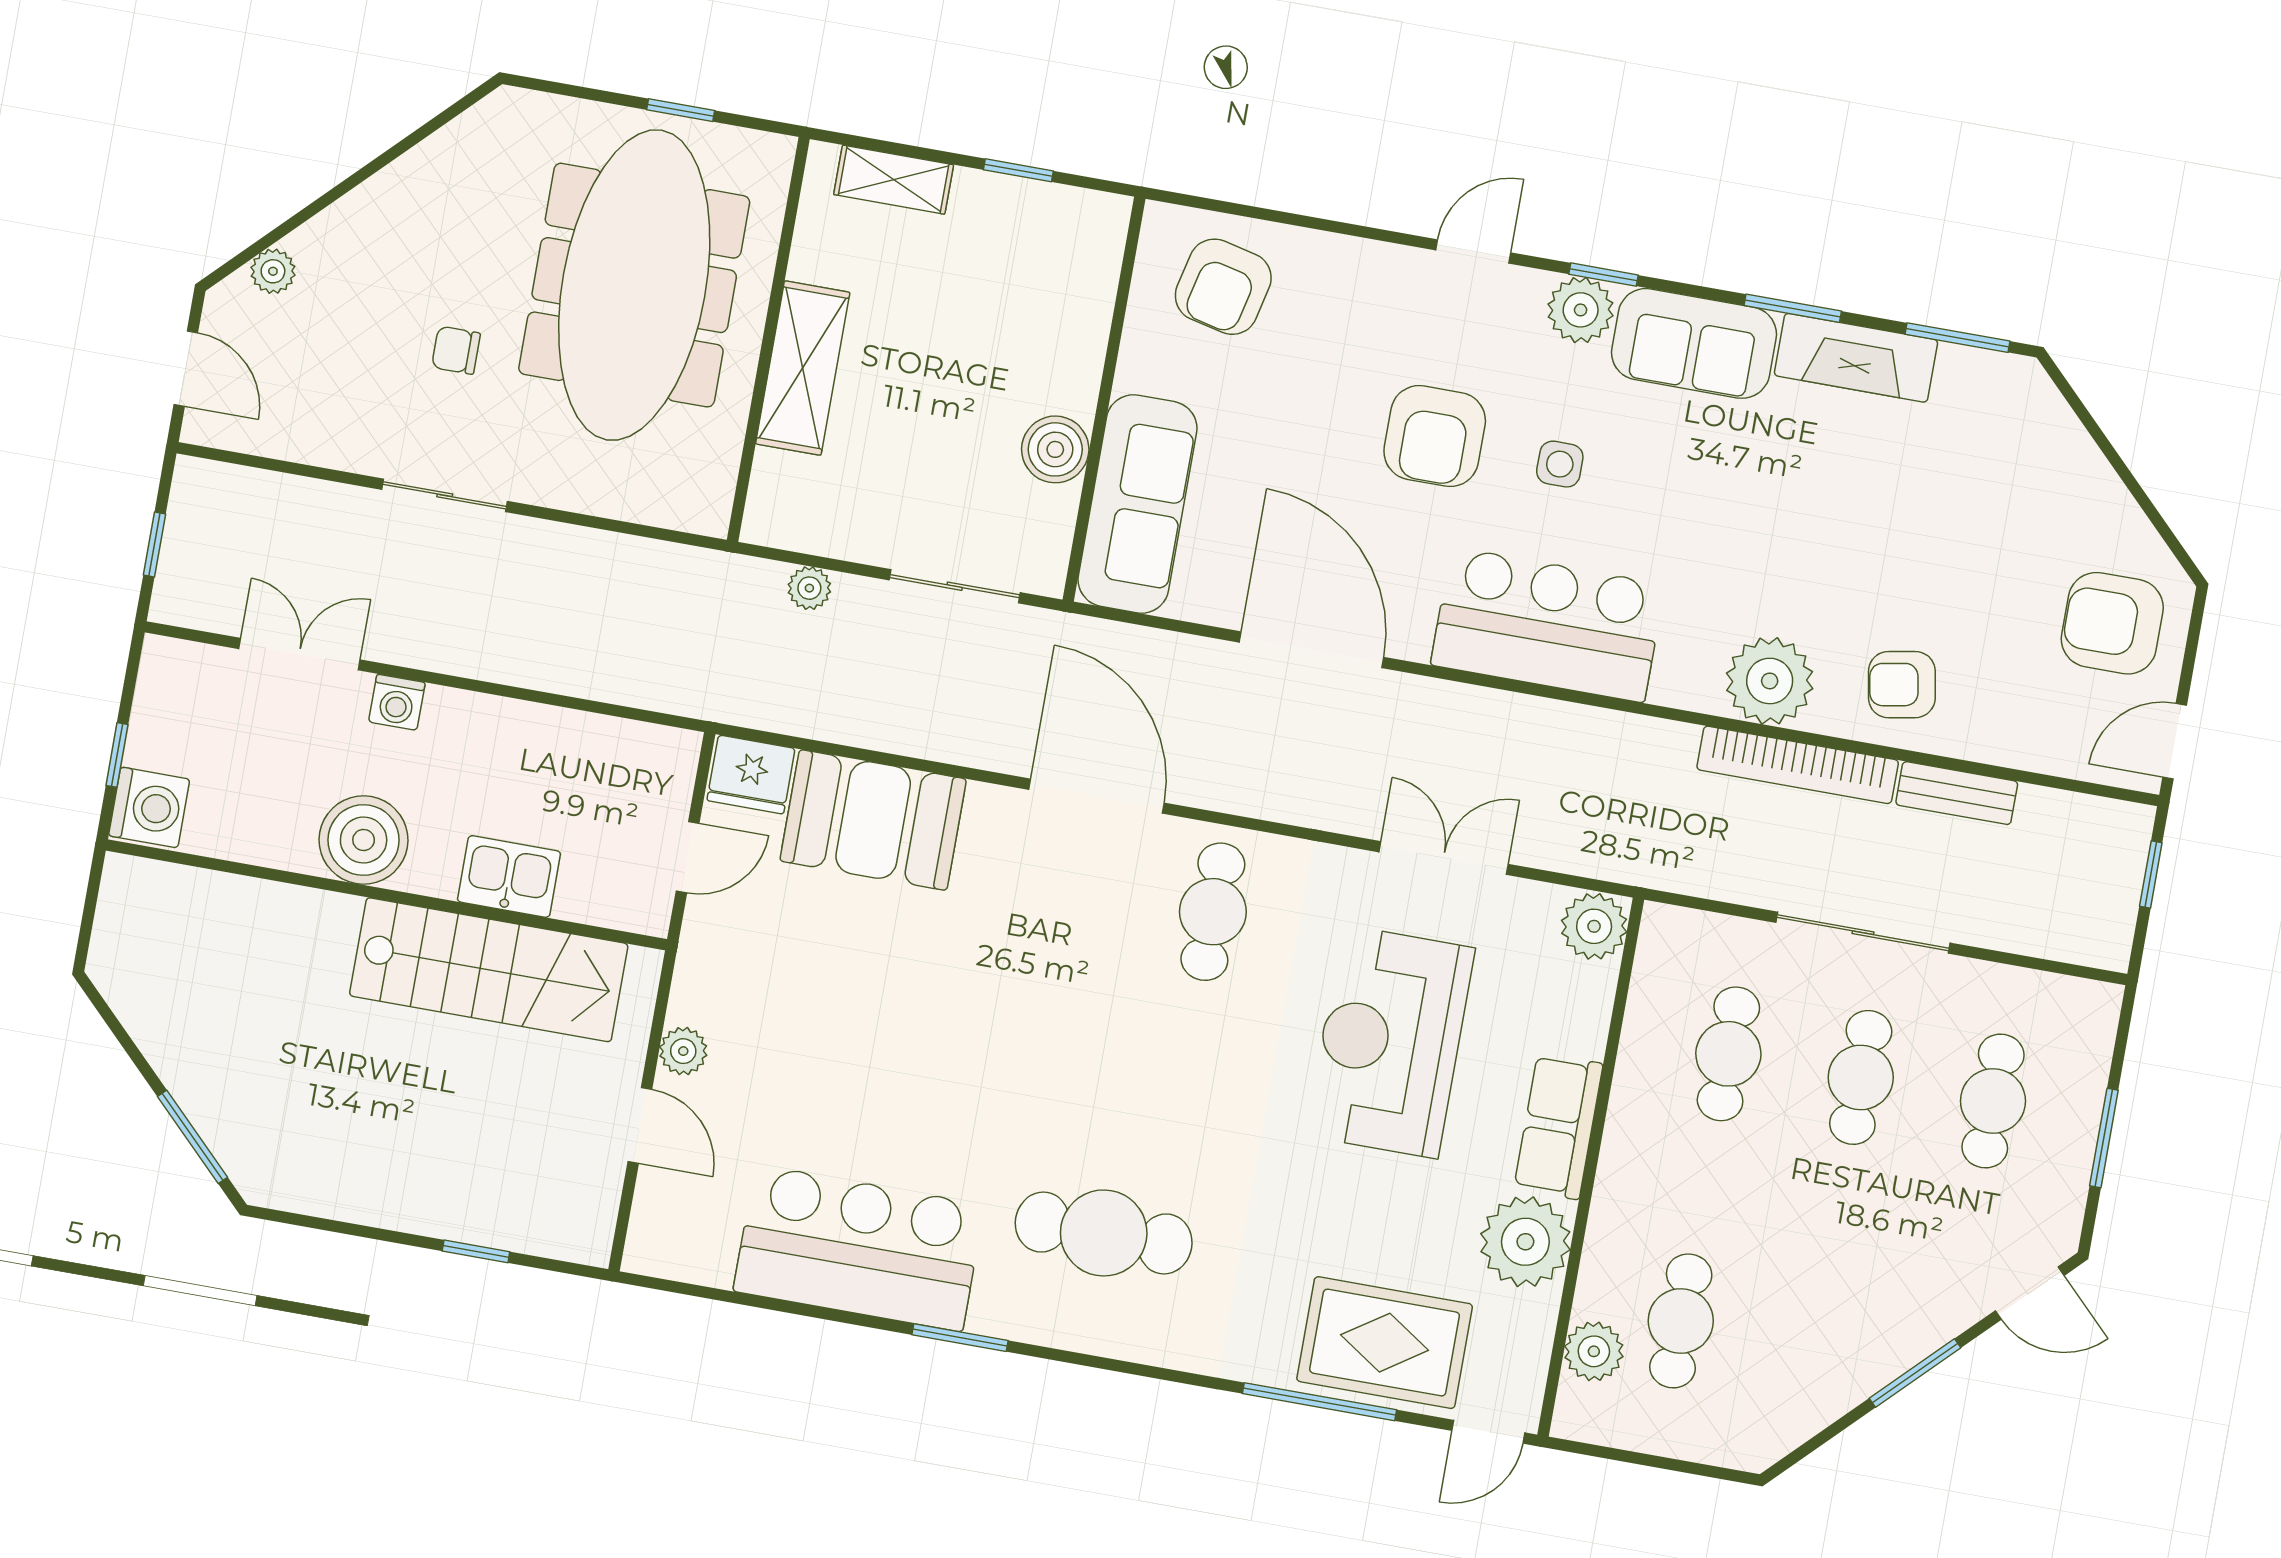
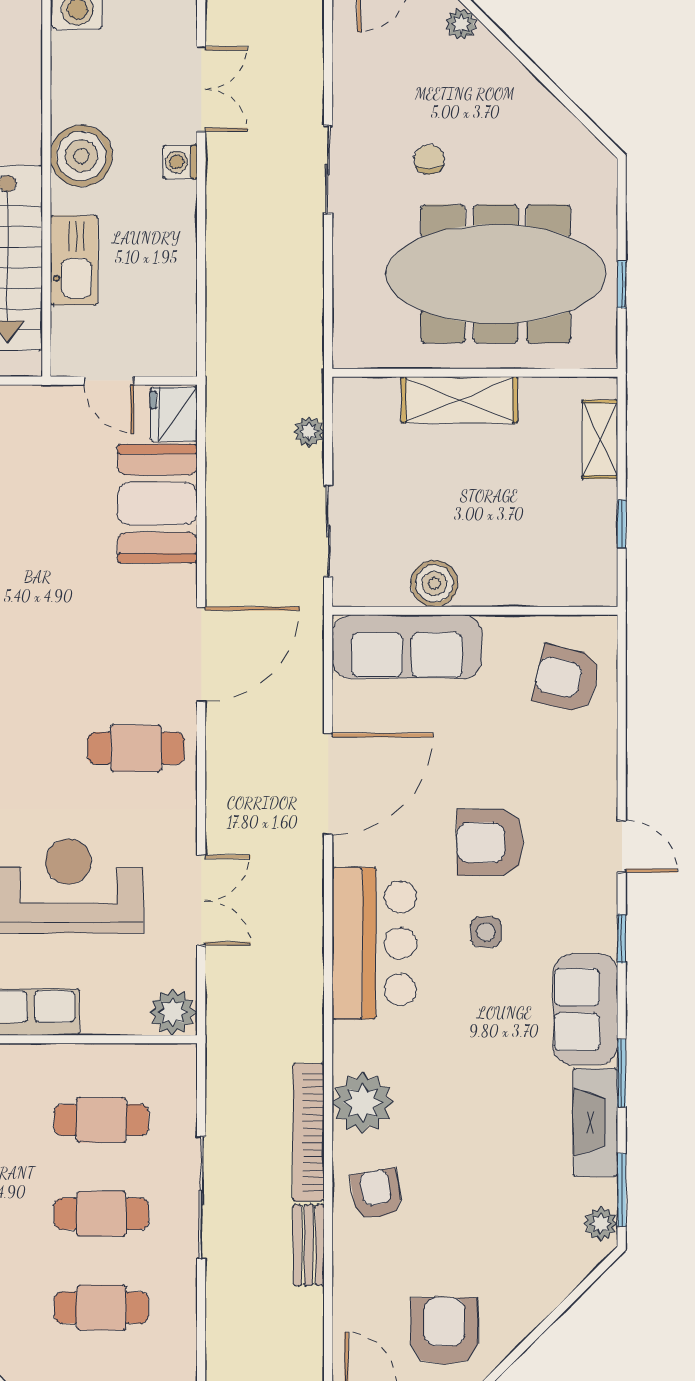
plant: (1581, 310) -> (601, 1224), moved, width x0.73, depth x0.73
kitchen sink: (509, 877) -> (74, 260), width x1.38

